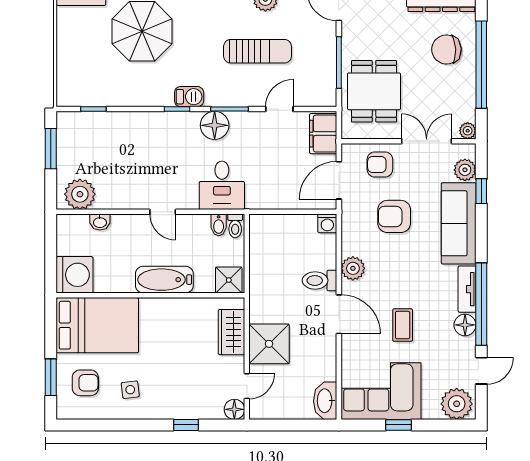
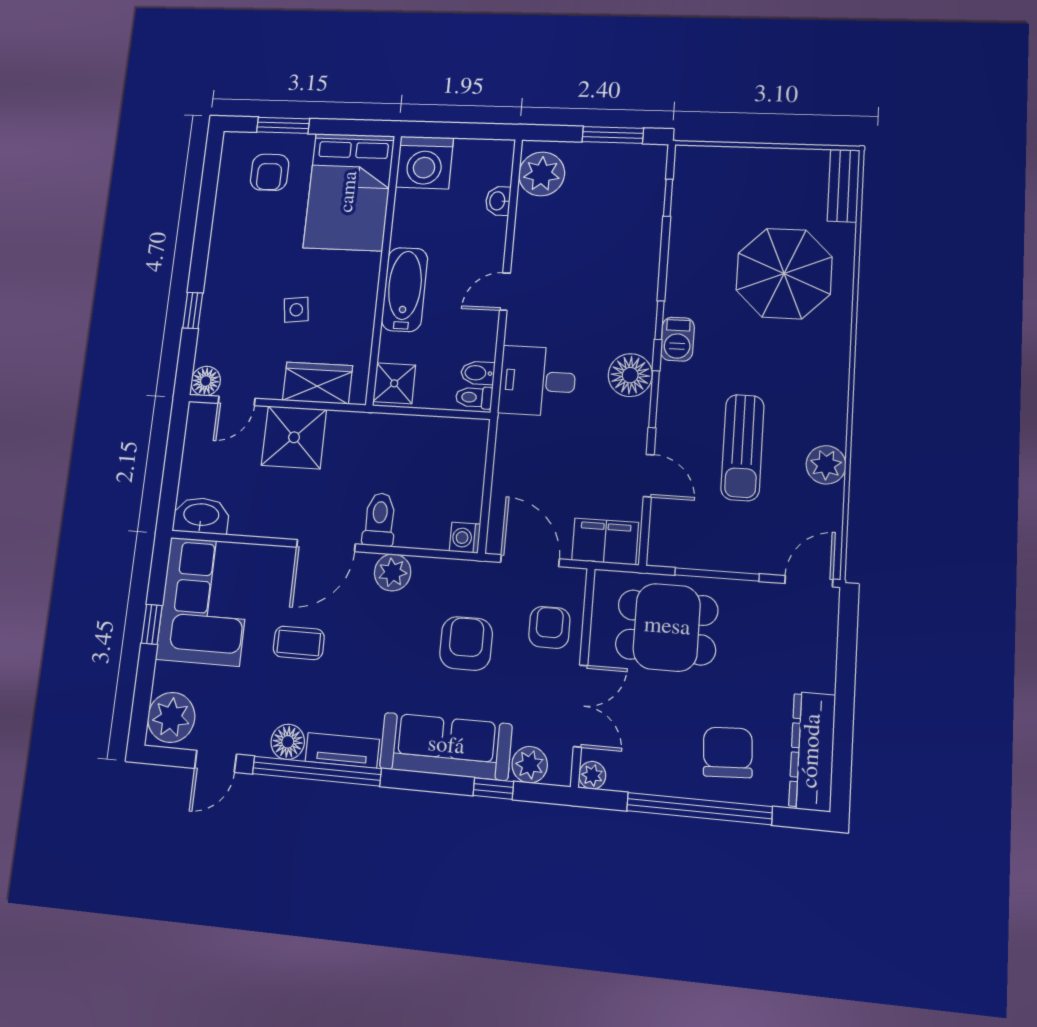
door: (481, 371) -> (216, 761), hinge flipped
door: (247, 386) -> (237, 401), hinge flipped
side table: (130, 390) -> (296, 310), moved

